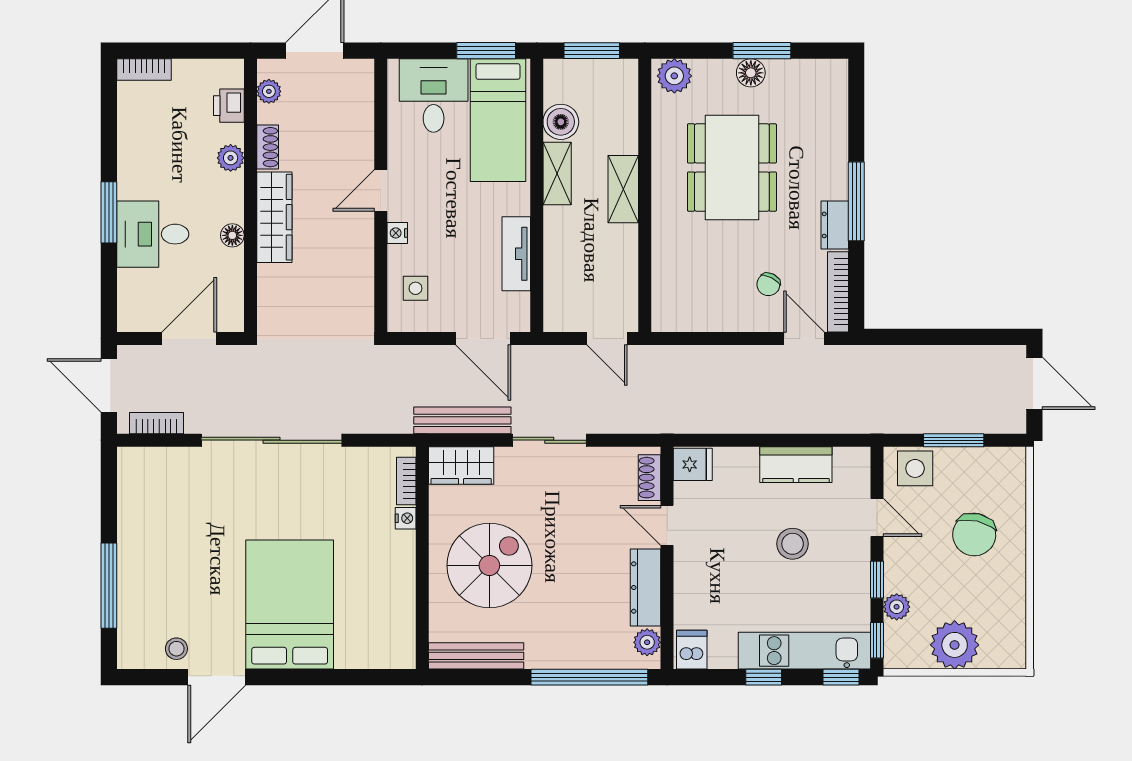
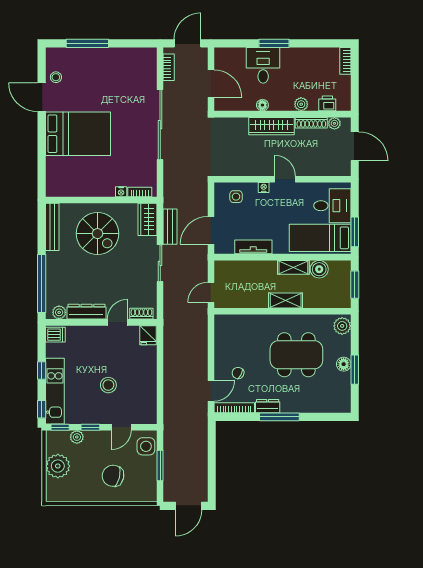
shoe rack: (268, 147) -> (311, 123), width x1.43
bench: (462, 420) -> (170, 227), width x0.73
kitchen counter: (796, 465) -> (148, 387), removed

